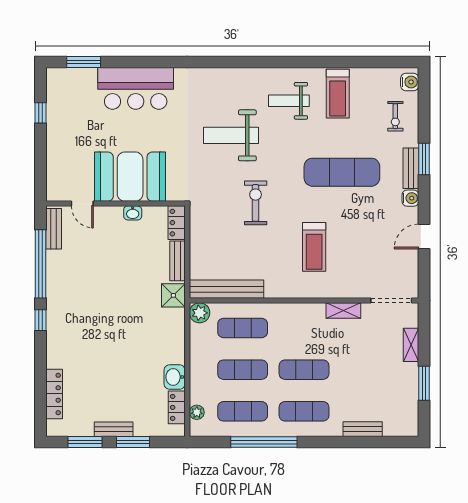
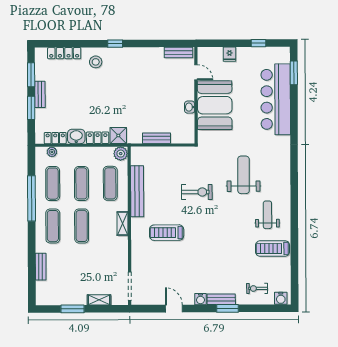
bar counter: (136, 88) -> (276, 99), width x1.36
fridge: (56, 155) -> (229, 54), added
exercise mat: (342, 172) -> (218, 252), removed
door: (82, 204) -> (196, 72), swing flipped
locker: (177, 223) -> (98, 138), moved
window: (40, 264) -> (154, 43), removed
bench: (226, 289) -> (137, 191), moved
shower: (173, 295) -> (118, 135), moved
shelving: (343, 310) -> (123, 223), moved
stool: (67, 348) -> (96, 62), added

